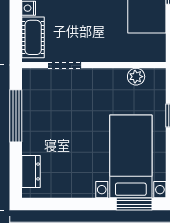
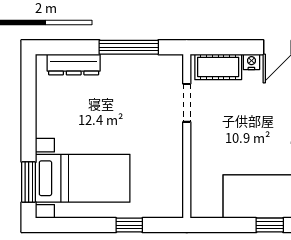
plant: (136, 77) -> (174, 184), removed
dresser: (31, 171) -> (74, 65), width x1.44

